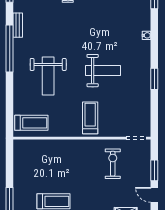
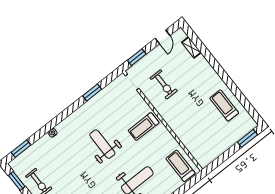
window: (154, 79) -> (92, 92), moved
exercise bike: (113, 164) -> (164, 84), turned -90
window: (154, 170) -> (137, 57), moved

